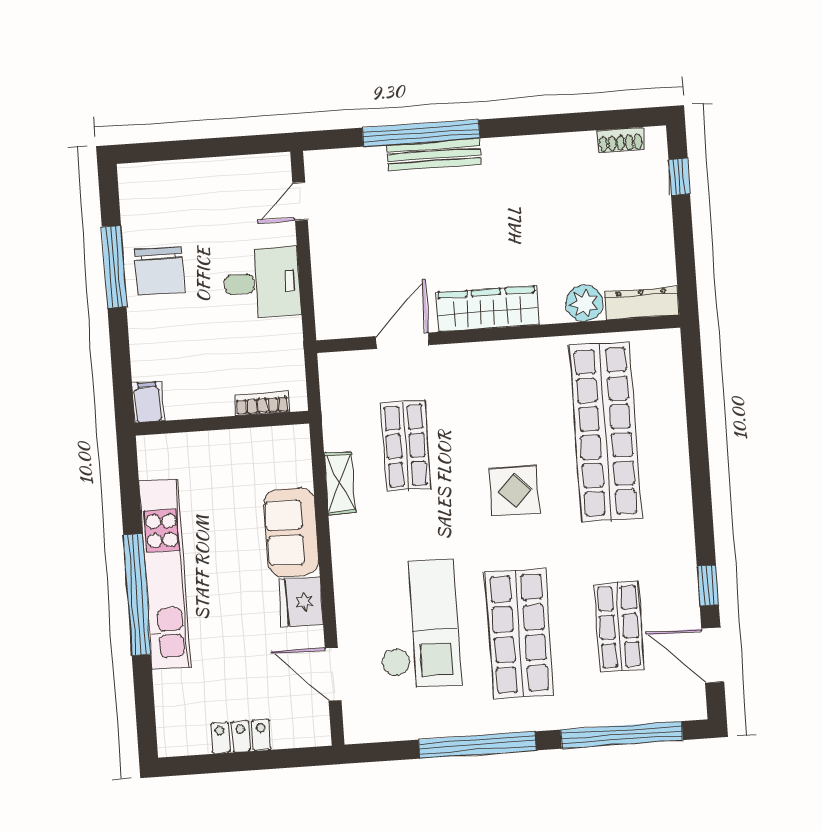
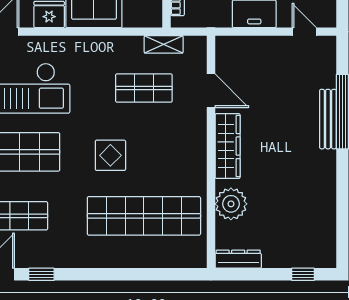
shoe rack: (620, 140) -> (329, 238), removed
plant: (584, 303) -> (231, 204), width x1.36, depth x1.36
dresser: (642, 303) -> (238, 259), moved, turned -90
shelving: (340, 483) -> (164, 44), moved

